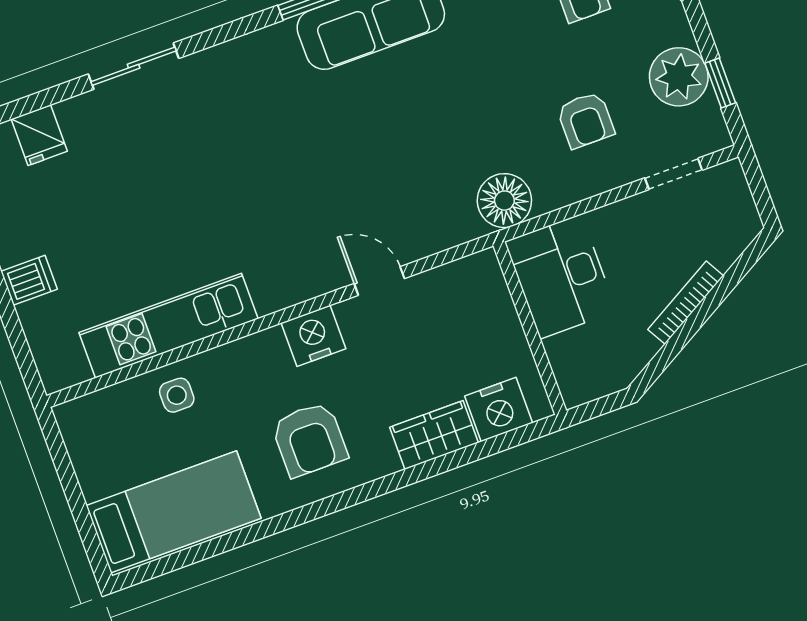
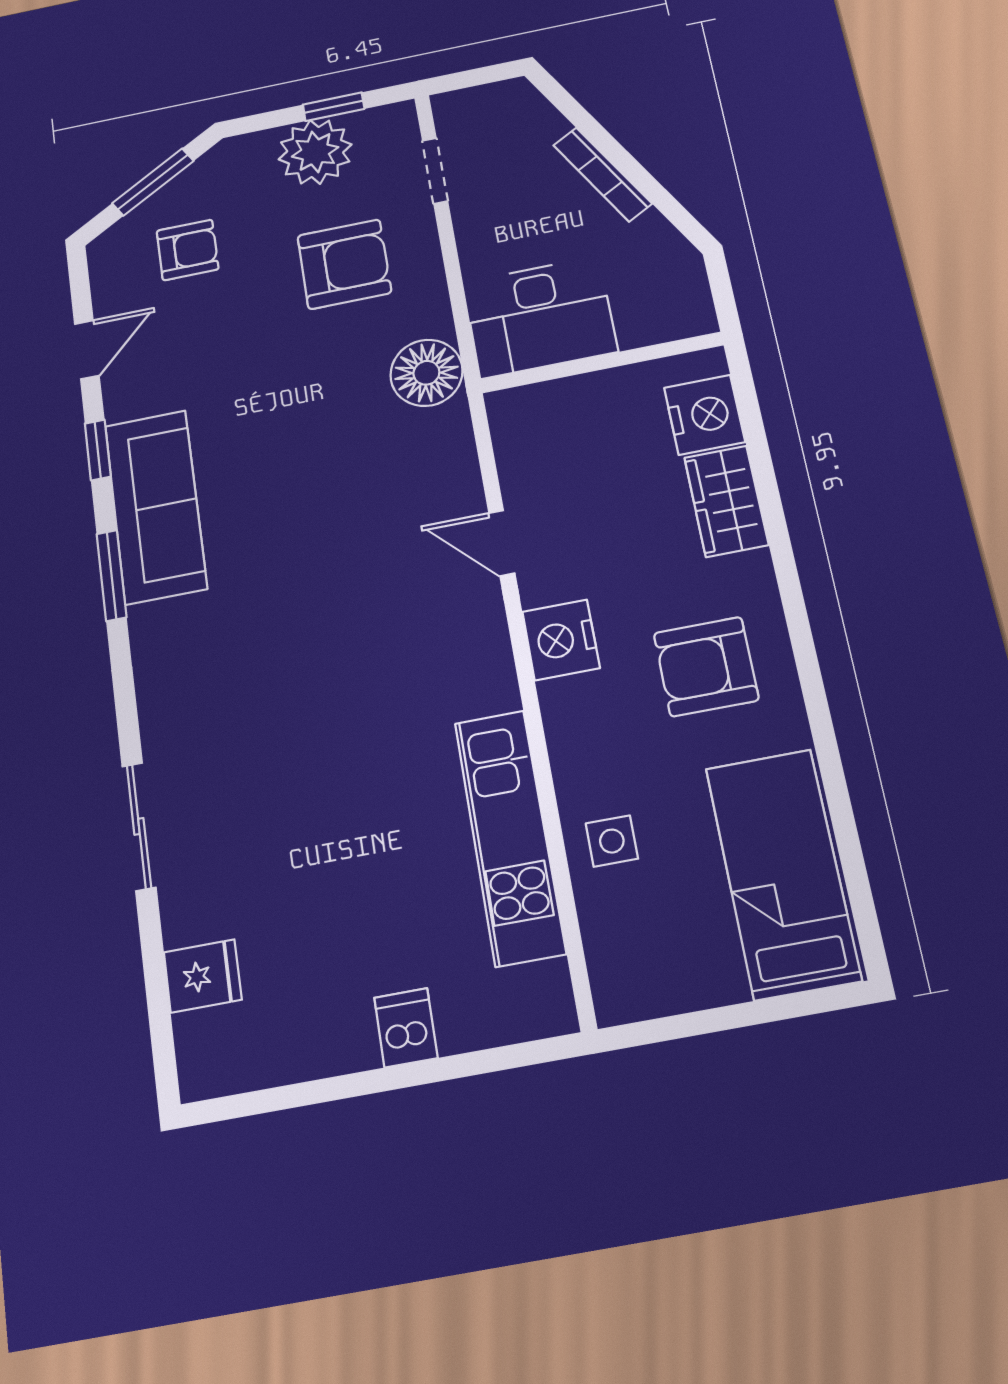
armchair: (586, 120) -> (344, 264), width x1.38, depth x1.38
door: (379, 281) -> (502, 543), hinge flipped
armchair: (309, 439) -> (706, 667), turned 180

